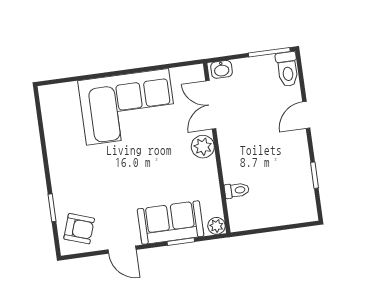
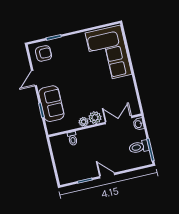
toilet: (287, 69) -> (139, 147), moved
corner sofa: (128, 107) -> (108, 54), moved
door: (306, 115) -> (107, 176), moved
plant: (216, 226) -> (84, 122), moved
armchair: (79, 229) -> (44, 53), turned -109

